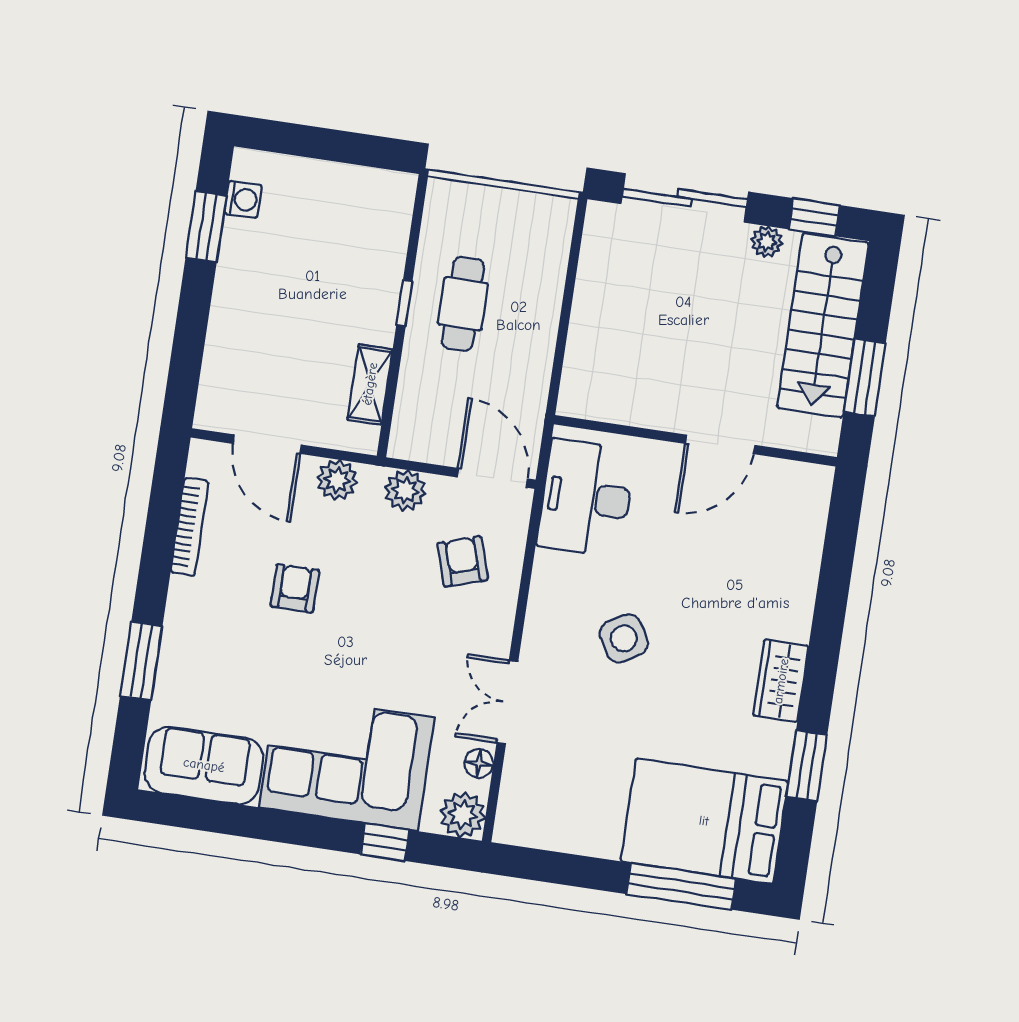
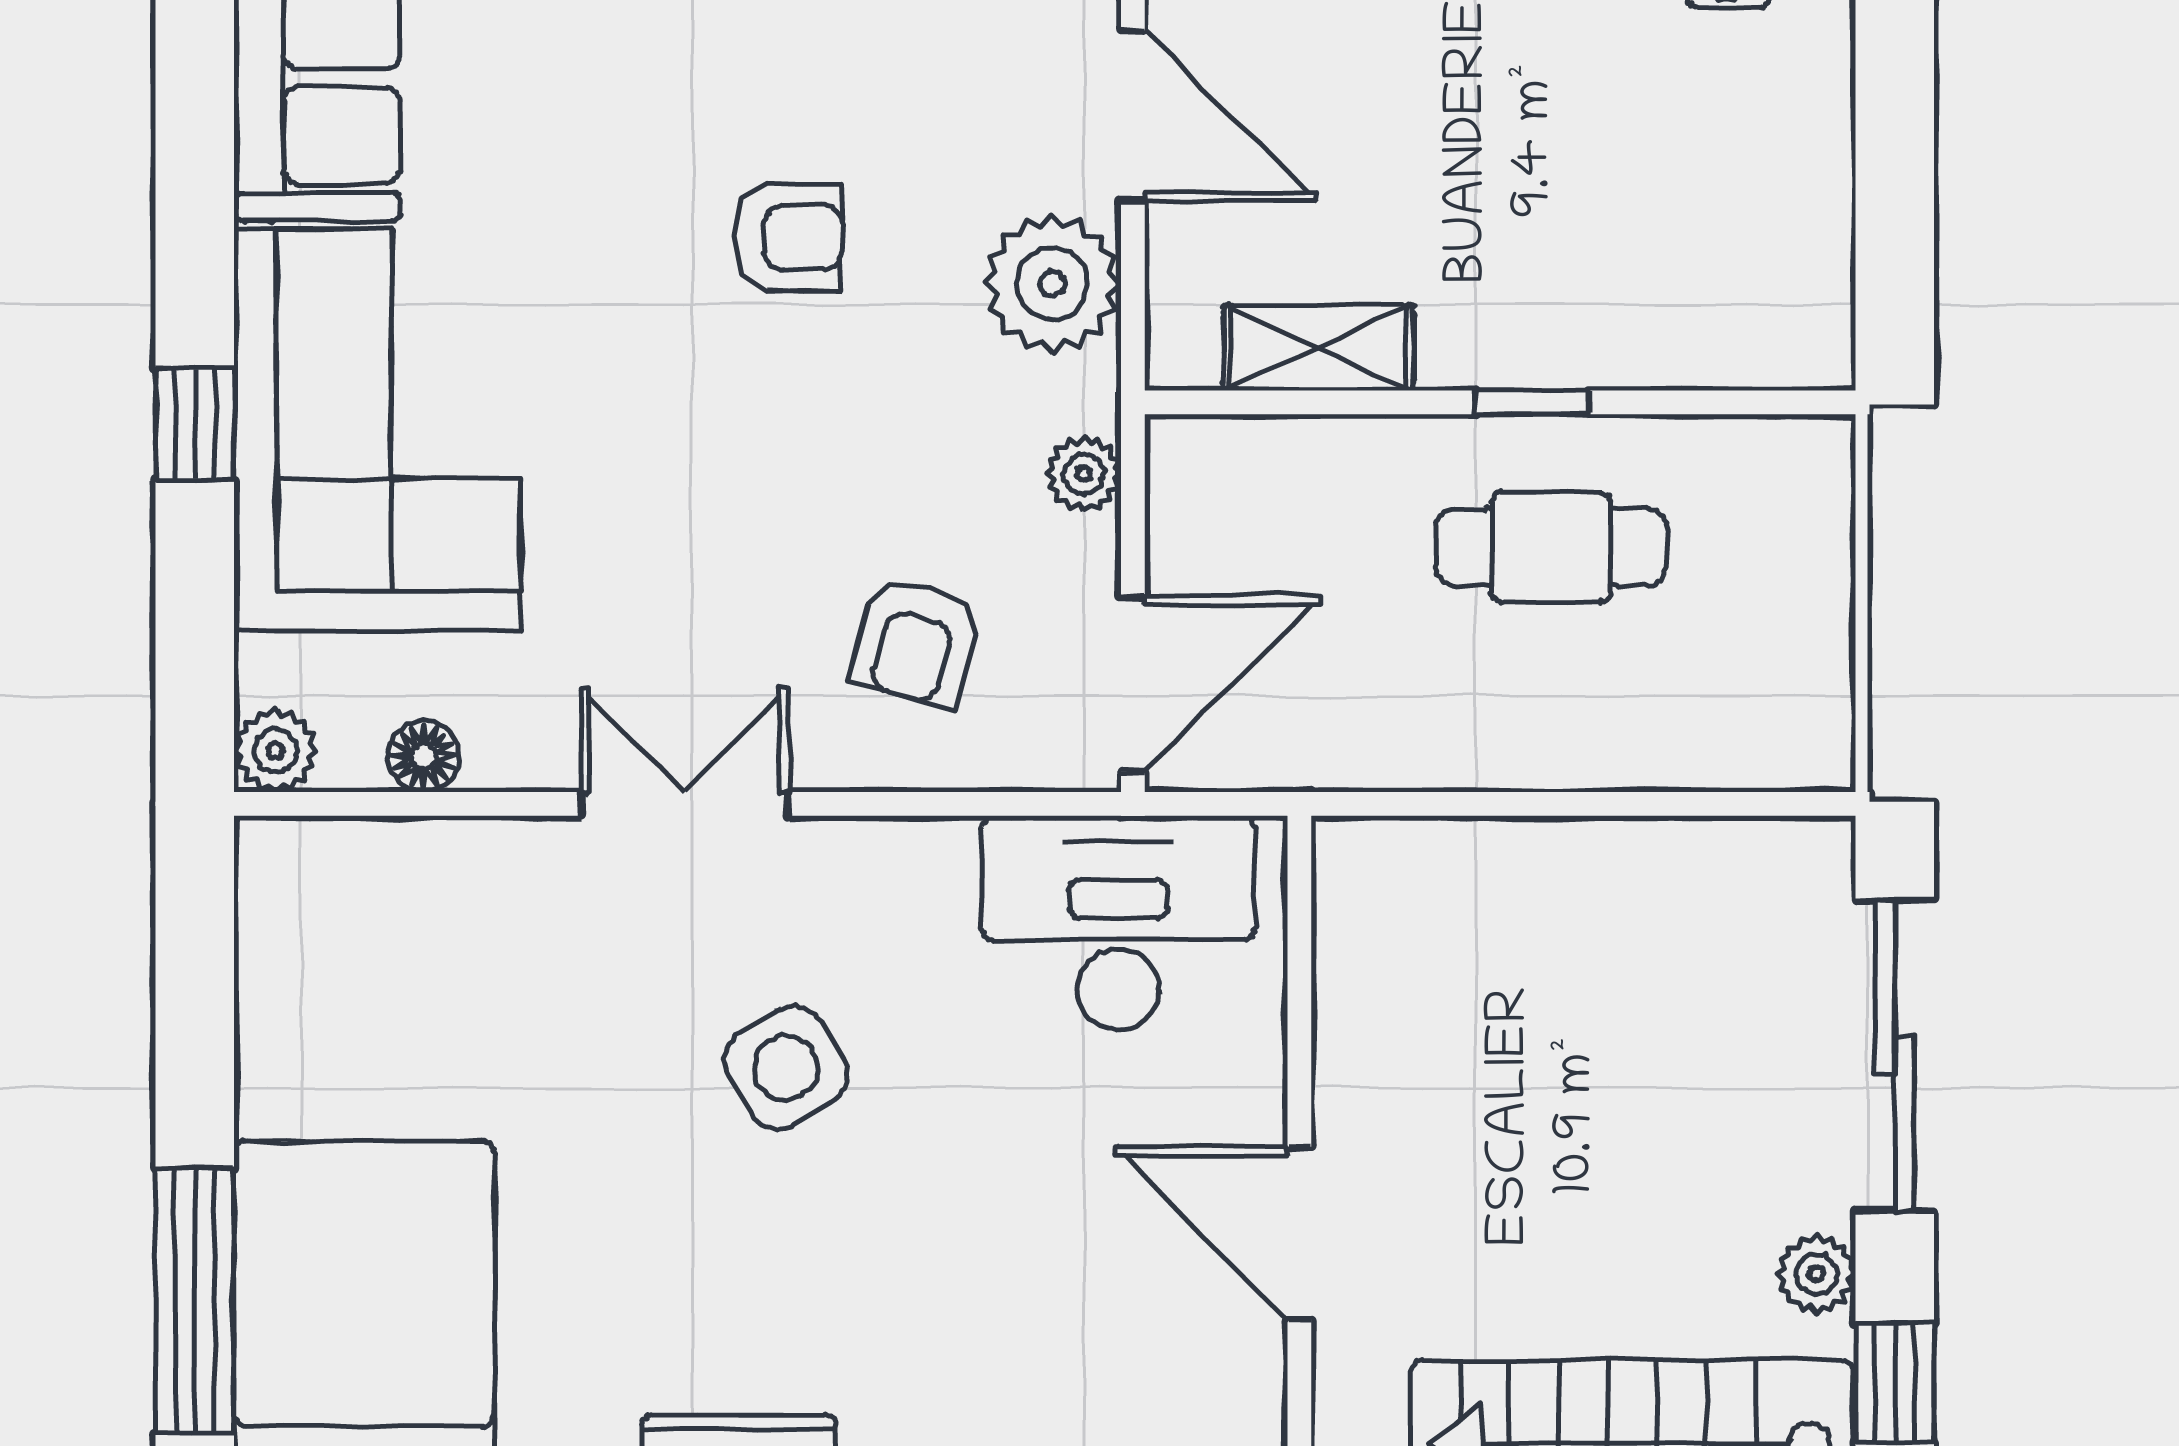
door: (267, 444) -> (1133, 116), swing flipped
plant: (337, 480) -> (1052, 284), width x1.36, depth x1.36
plant: (405, 491) -> (1084, 474), width x0.73, depth x0.73
armchair: (463, 561) -> (916, 642), turned 123
double door: (507, 702) -> (685, 804), moved
plant: (463, 815) -> (275, 751), width x0.73, depth x0.73
window: (385, 842) -> (195, 424), moved

